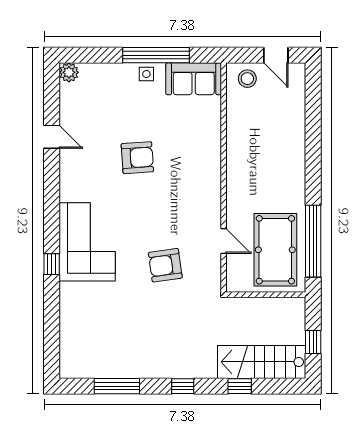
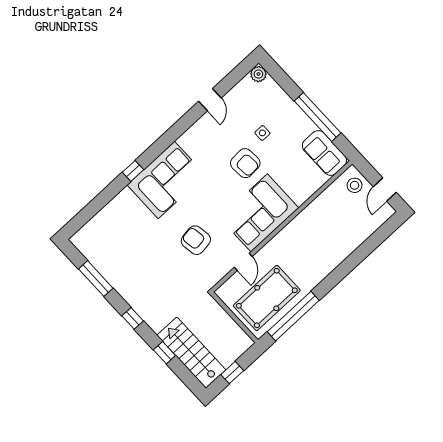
side table: (146, 74) -> (262, 133), moved
corner sofa: (193, 186) -> (259, 213), added

